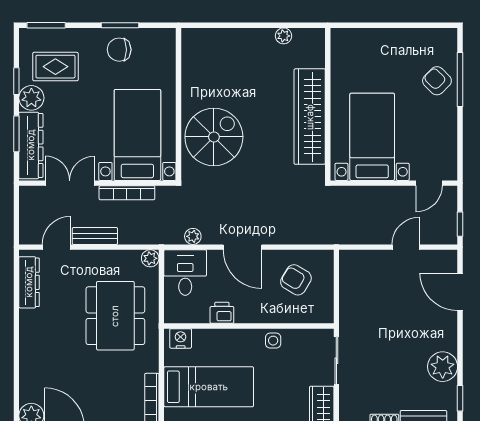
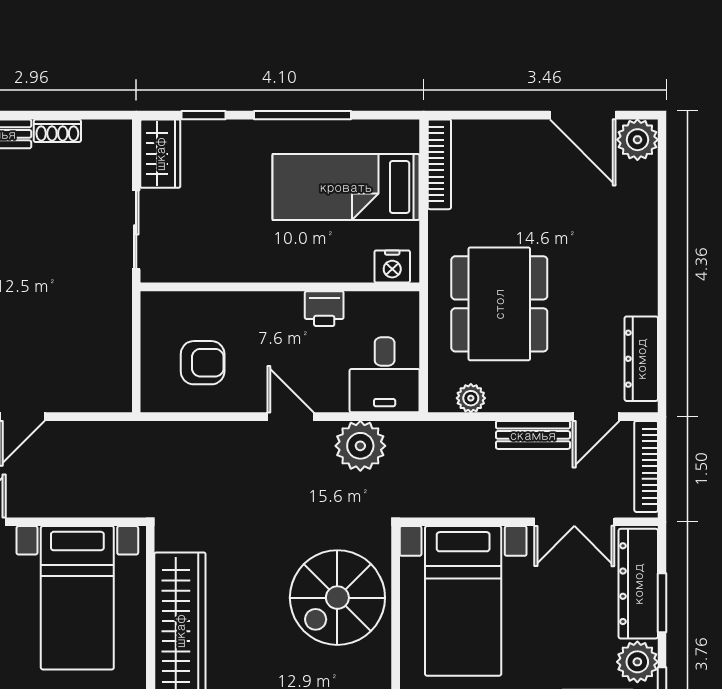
bookcase: (127, 193) -> (646, 466), moved, turned -90
plant: (193, 236) -> (360, 446), width x1.88, depth x1.88
door: (242, 247) -> (290, 417), width x0.73
plant: (150, 258) -> (471, 398), moved
armchair: (296, 280) -> (203, 363), turned -31
side table: (273, 341) -> (240, 263), removed

